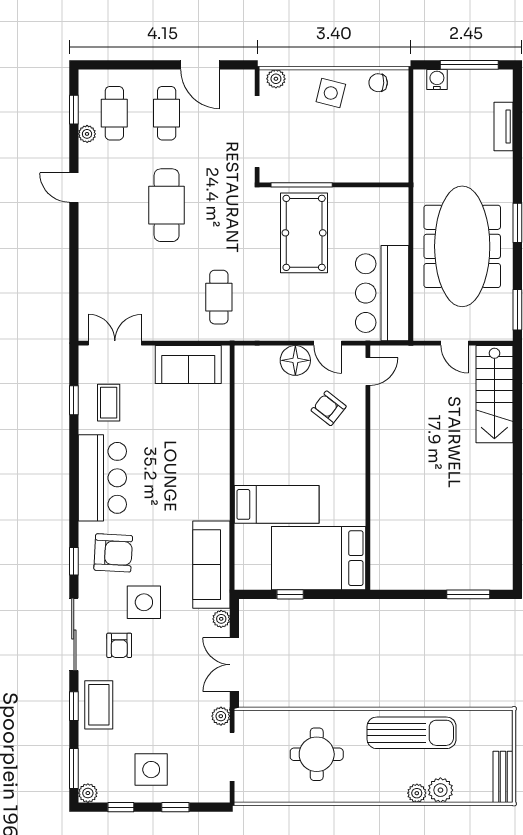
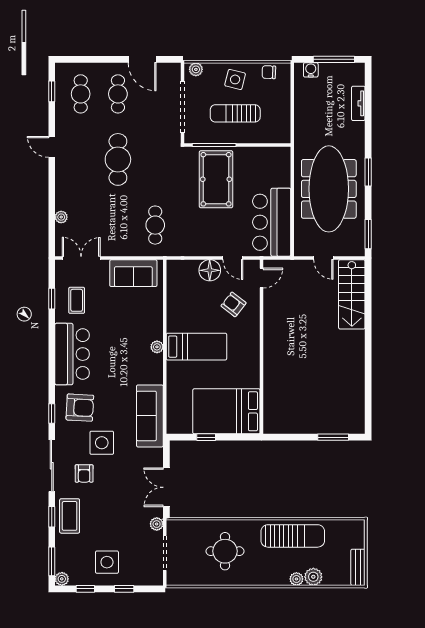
plant: (87, 134) -> (61, 217), moved
sun lounger: (331, 141) -> (235, 113), added
bed: (277, 504) -> (196, 347), moved
plant: (221, 619) -> (157, 347), moved

